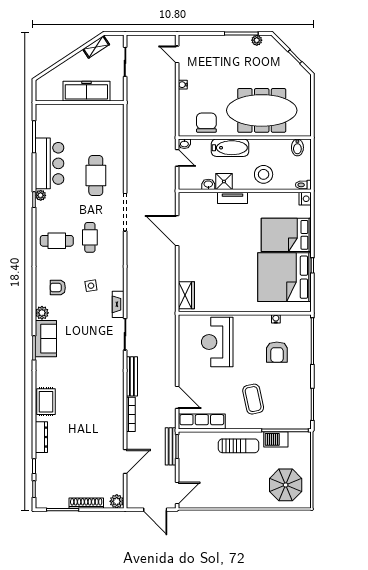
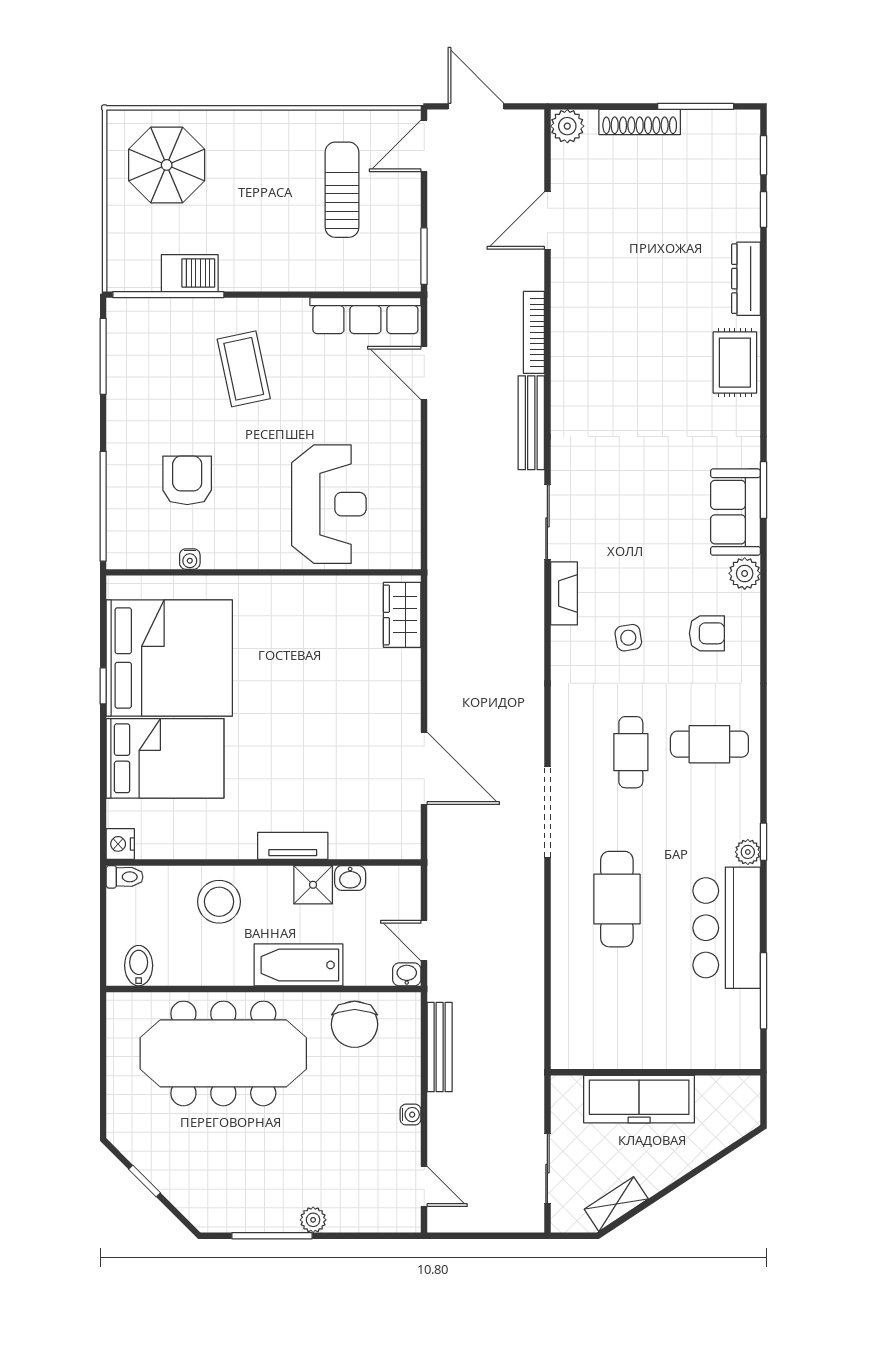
plant: (257, 40) -> (313, 1220), moved
bench: (171, 446) -> (440, 1047), moved
sun lounger: (239, 446) -> (342, 190), moved, turned 90

